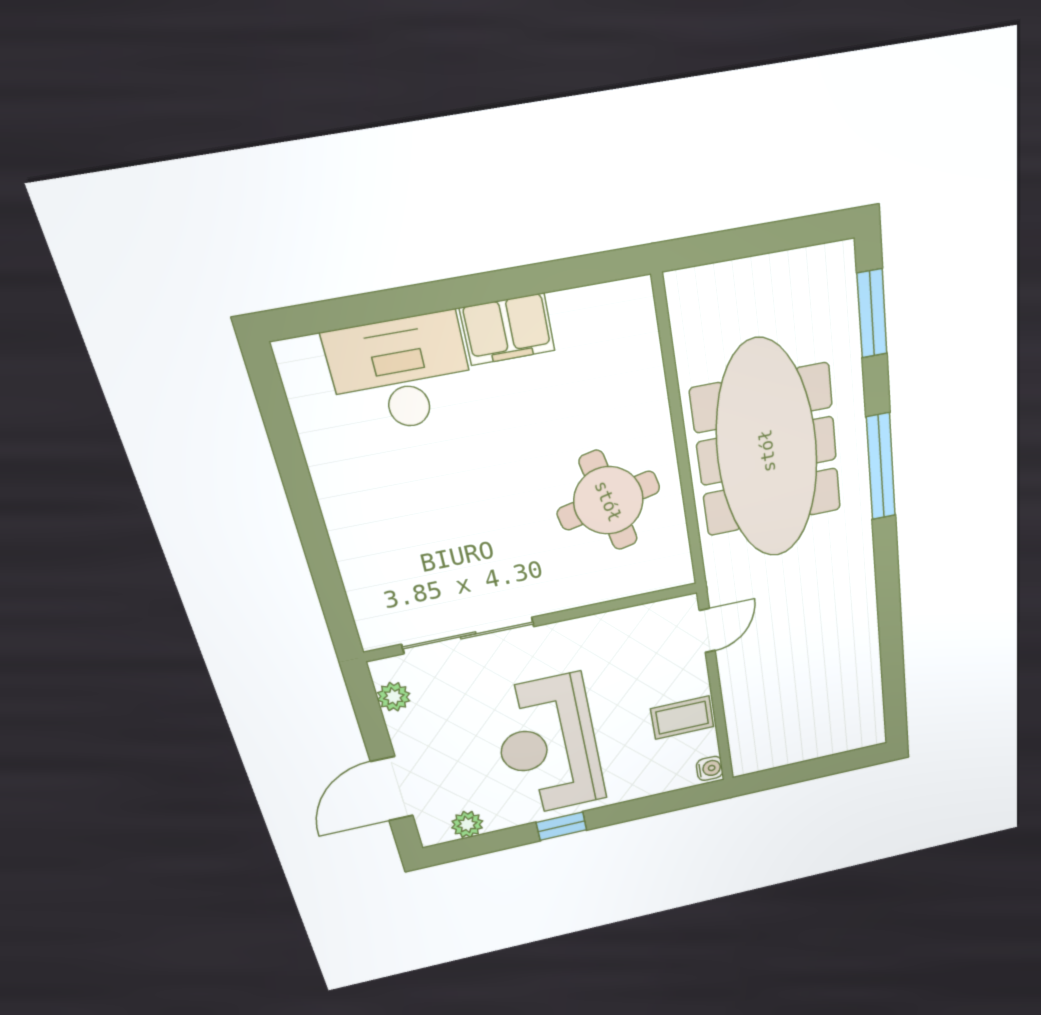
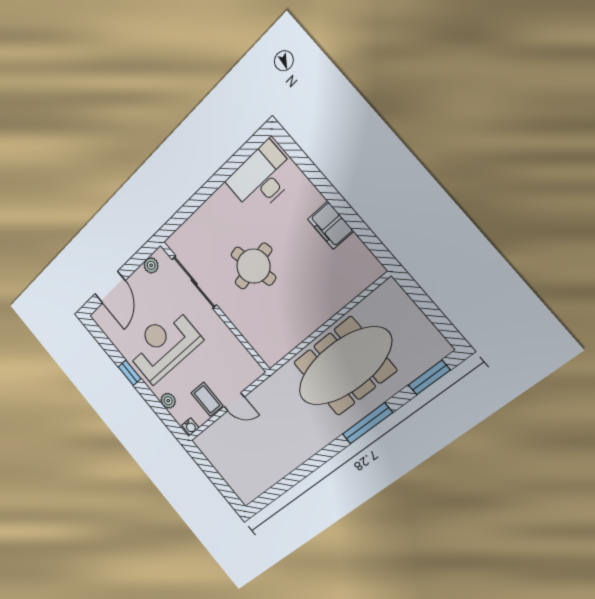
desk: (401, 374) -> (262, 178), moved, turned -90
round table: (608, 501) -> (253, 266), moved
door: (707, 631) -> (234, 402), moved
door: (392, 789) -> (110, 287), swing flipped
plant: (467, 824) -> (168, 401), moved

